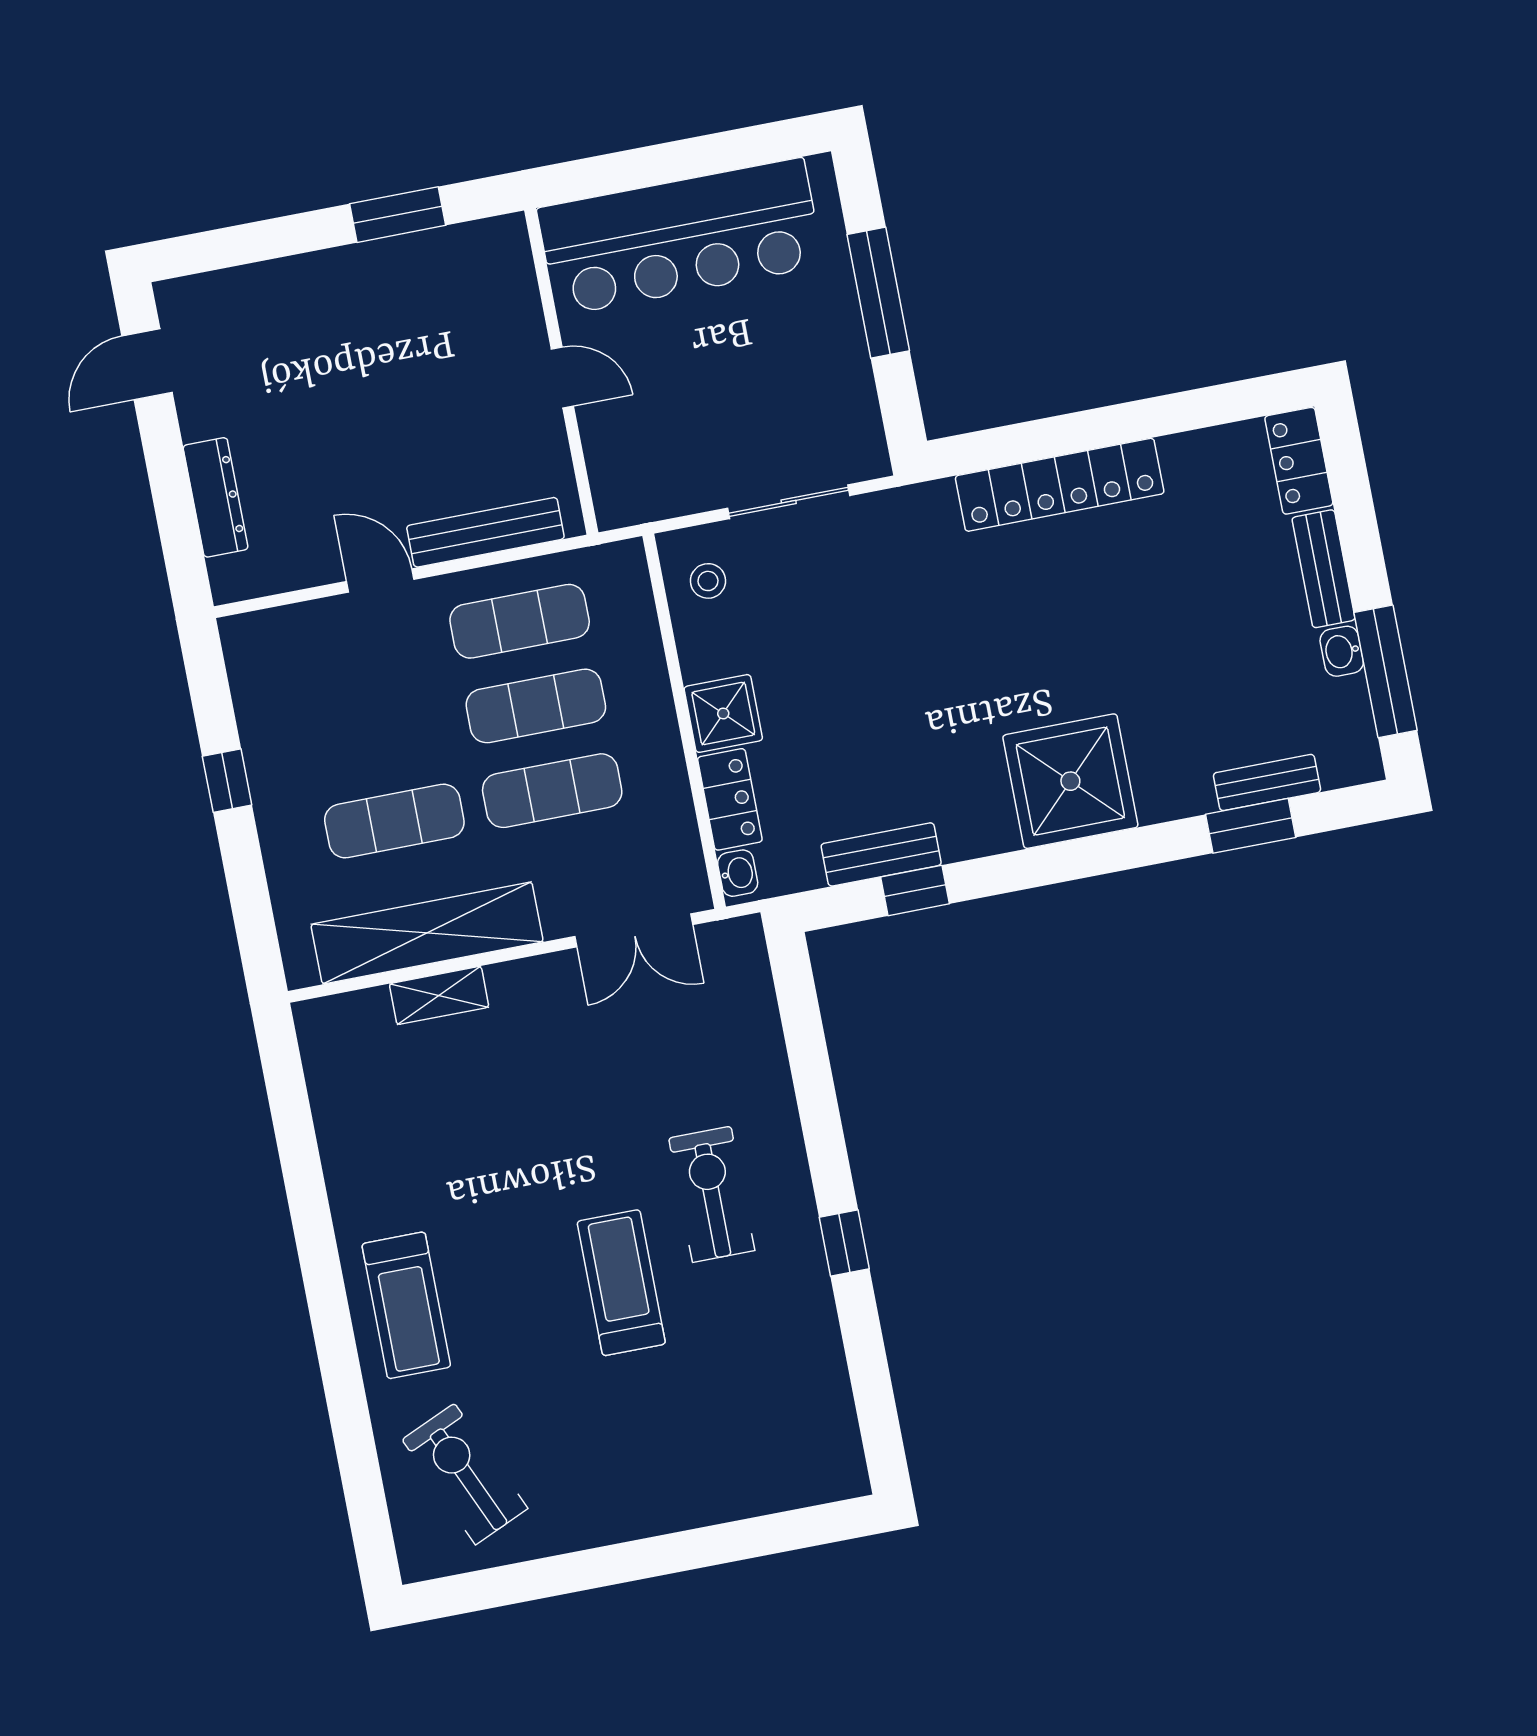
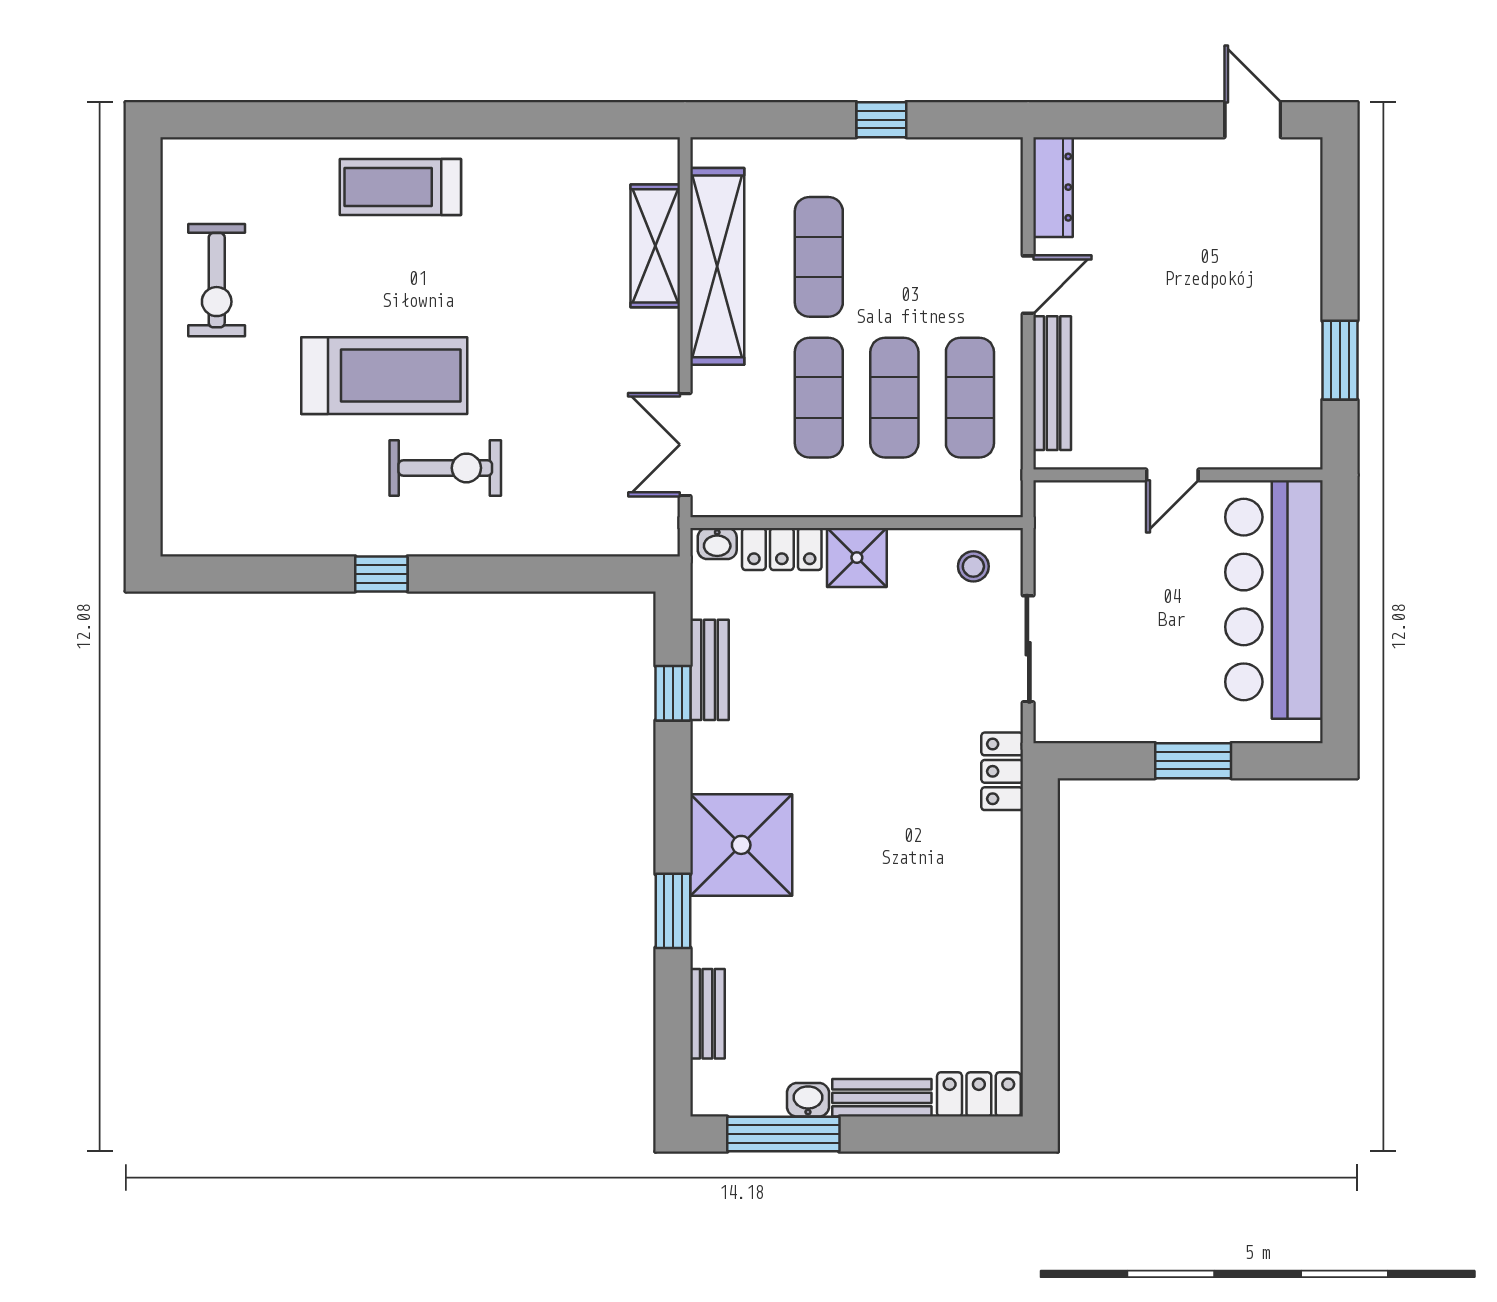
window: (878, 293) -> (1193, 761), width x0.69
locker: (1060, 485) -> (1002, 771), moved, width x0.46, depth x0.83
dresser: (216, 497) -> (1053, 187), moved, turned -90
window: (1251, 826) -> (673, 911), moved
shelving: (439, 995) -> (655, 246), width x1.50, depth x1.33
treadmill: (621, 1283) -> (384, 376), width x1.37, depth x1.38
exercise bike: (465, 1474) -> (217, 280), moved, turned 114

